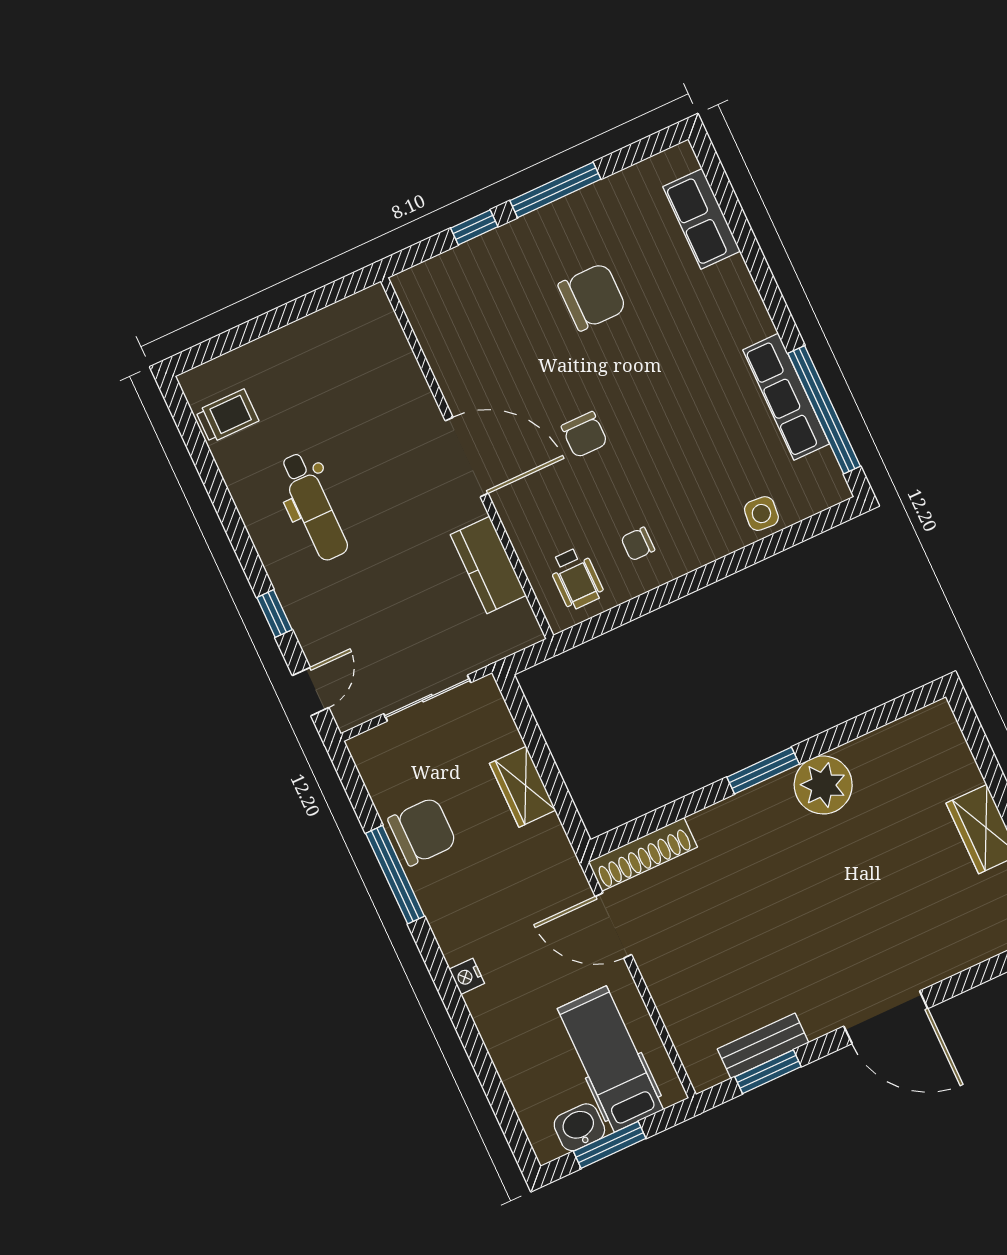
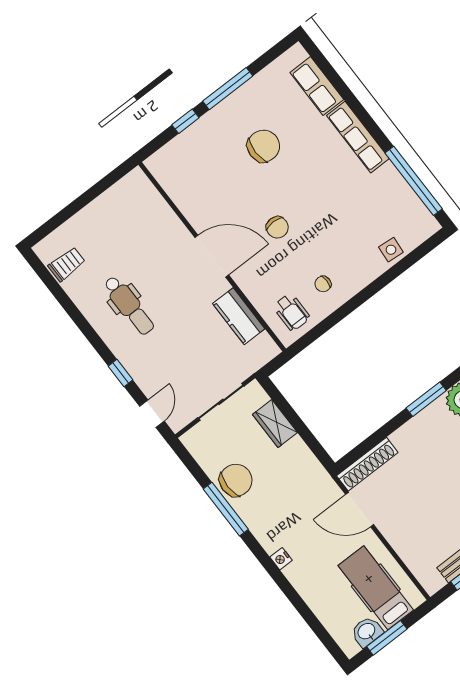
row of seats: (786, 397) -> (358, 137), moved
wardrobe: (523, 787) -> (275, 424), moved

